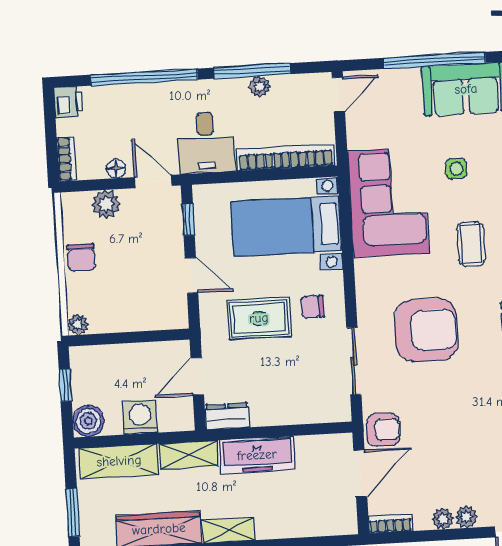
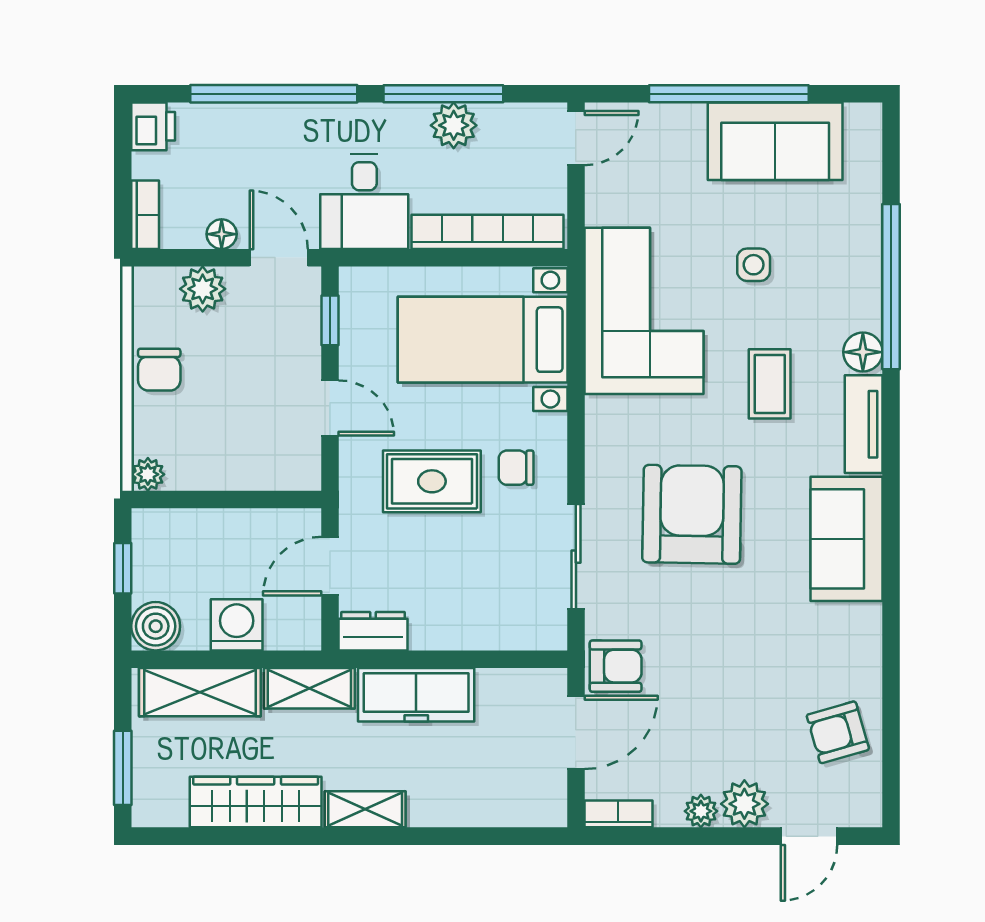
plant: (260, 87) -> (454, 125), width x1.38, depth x1.38
armchair: (426, 330) -> (692, 514), turned -89
plant: (466, 517) -> (744, 804), width x1.38, depth x1.38

